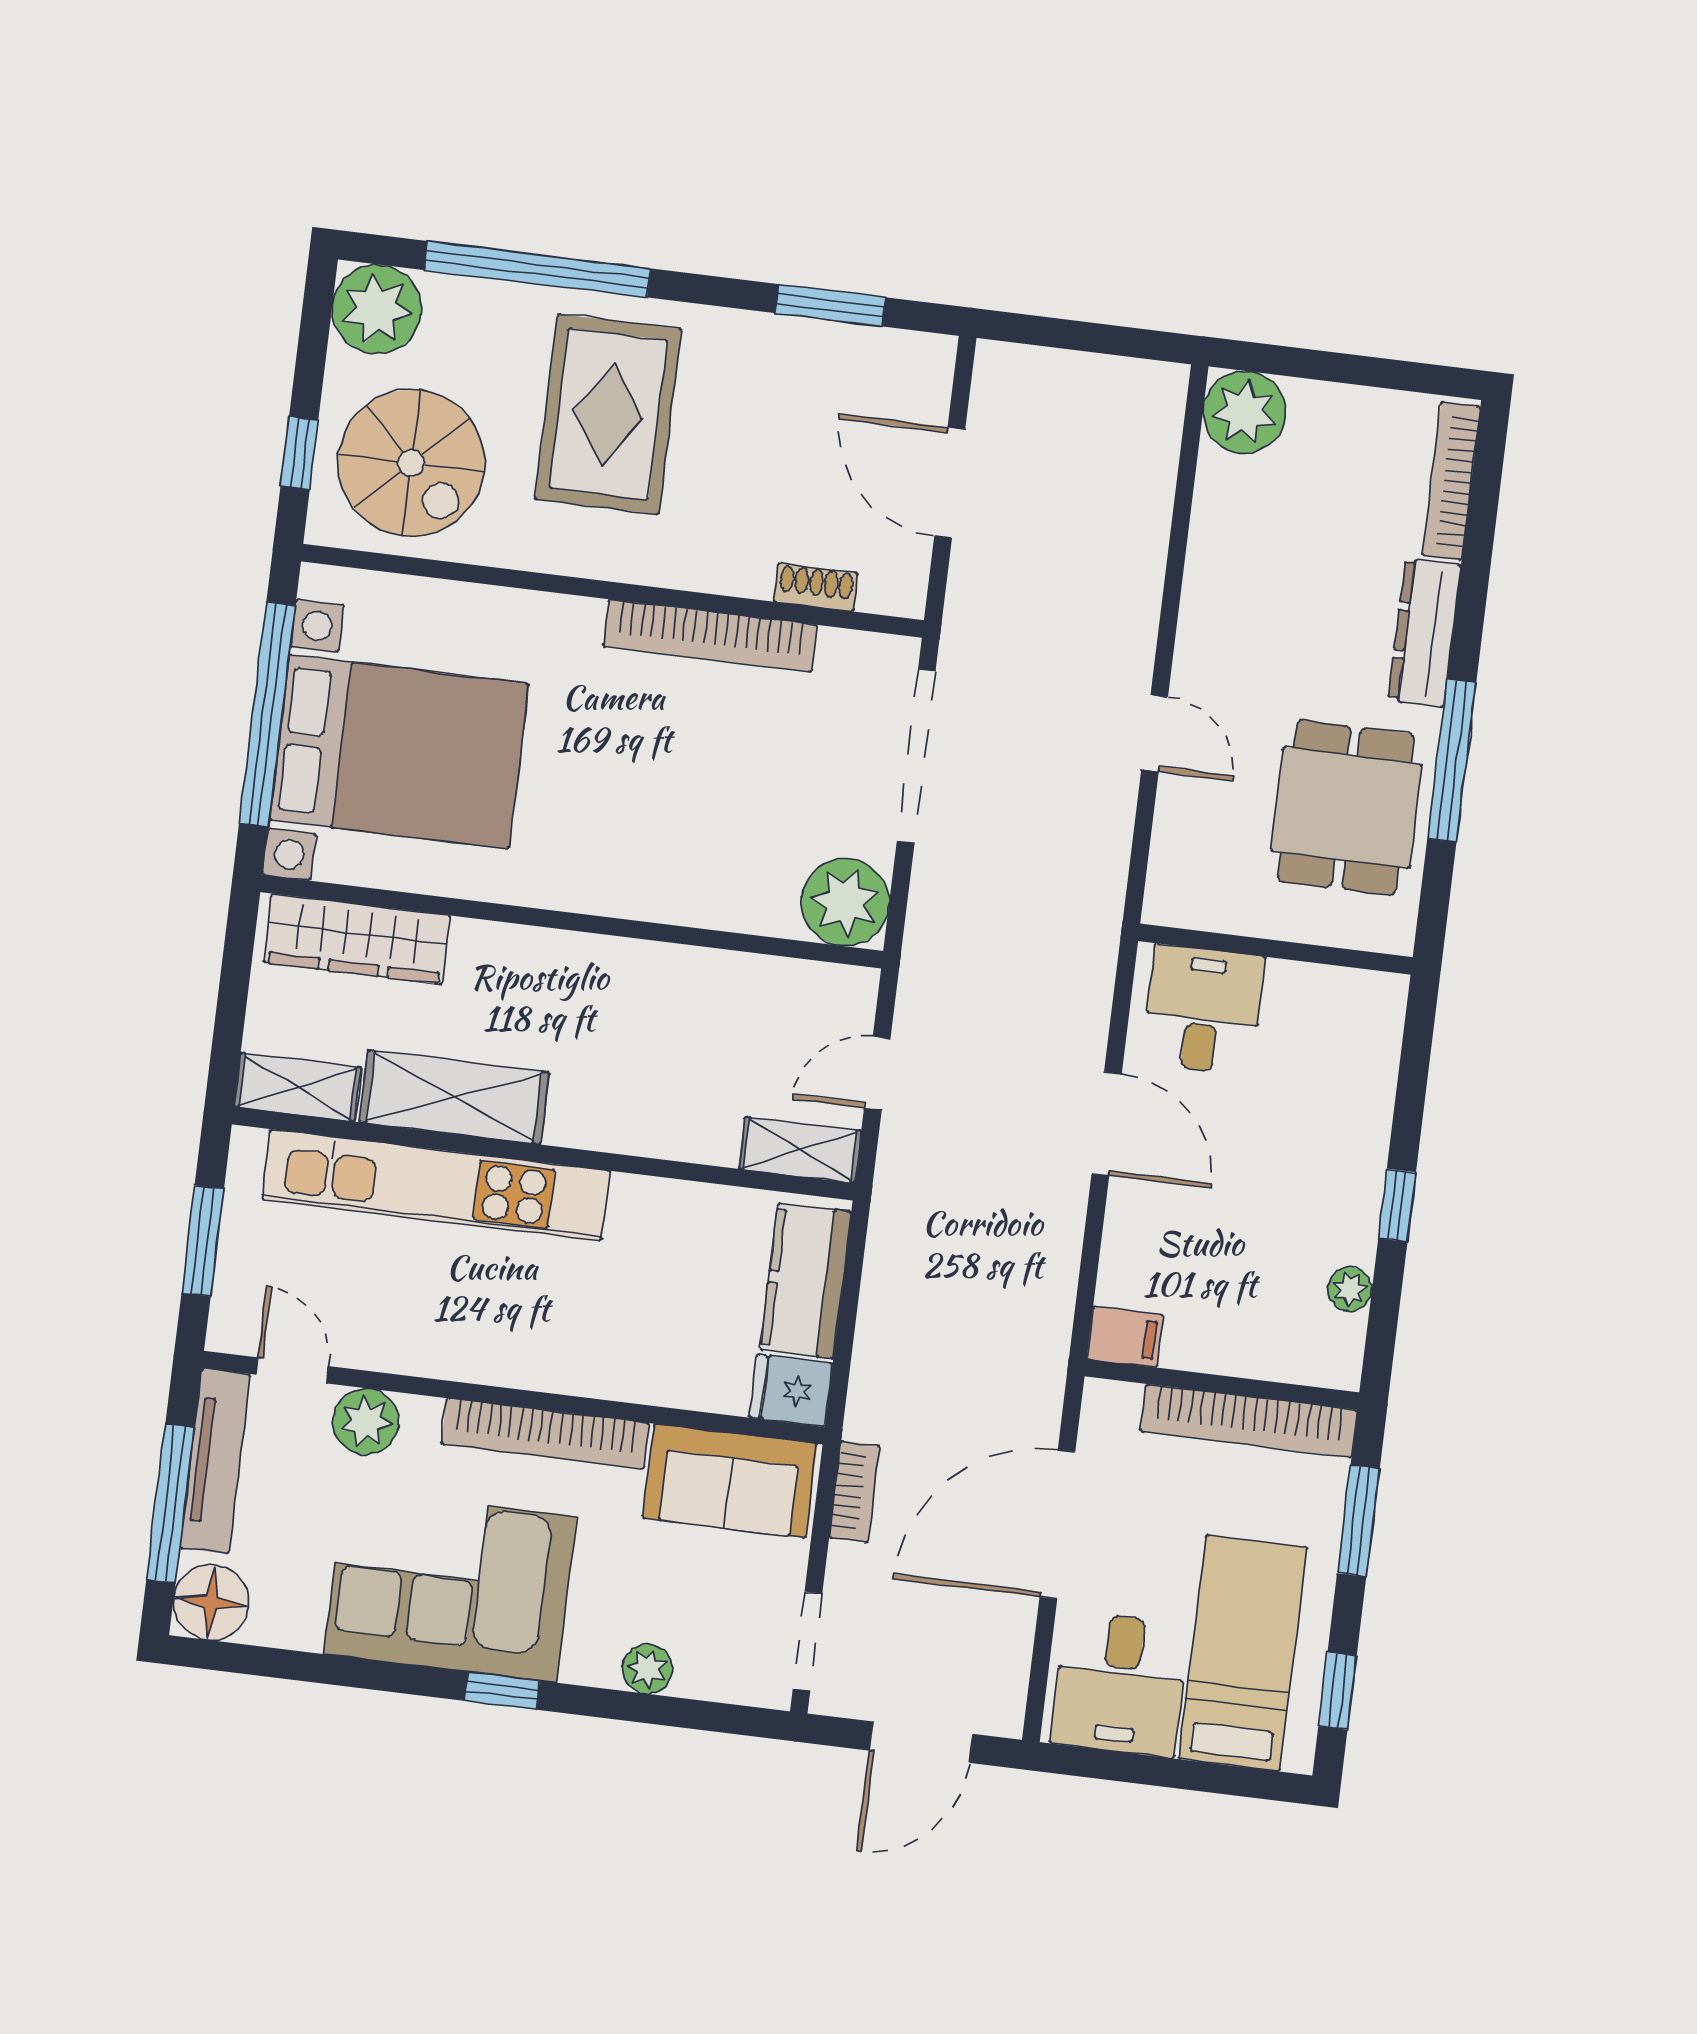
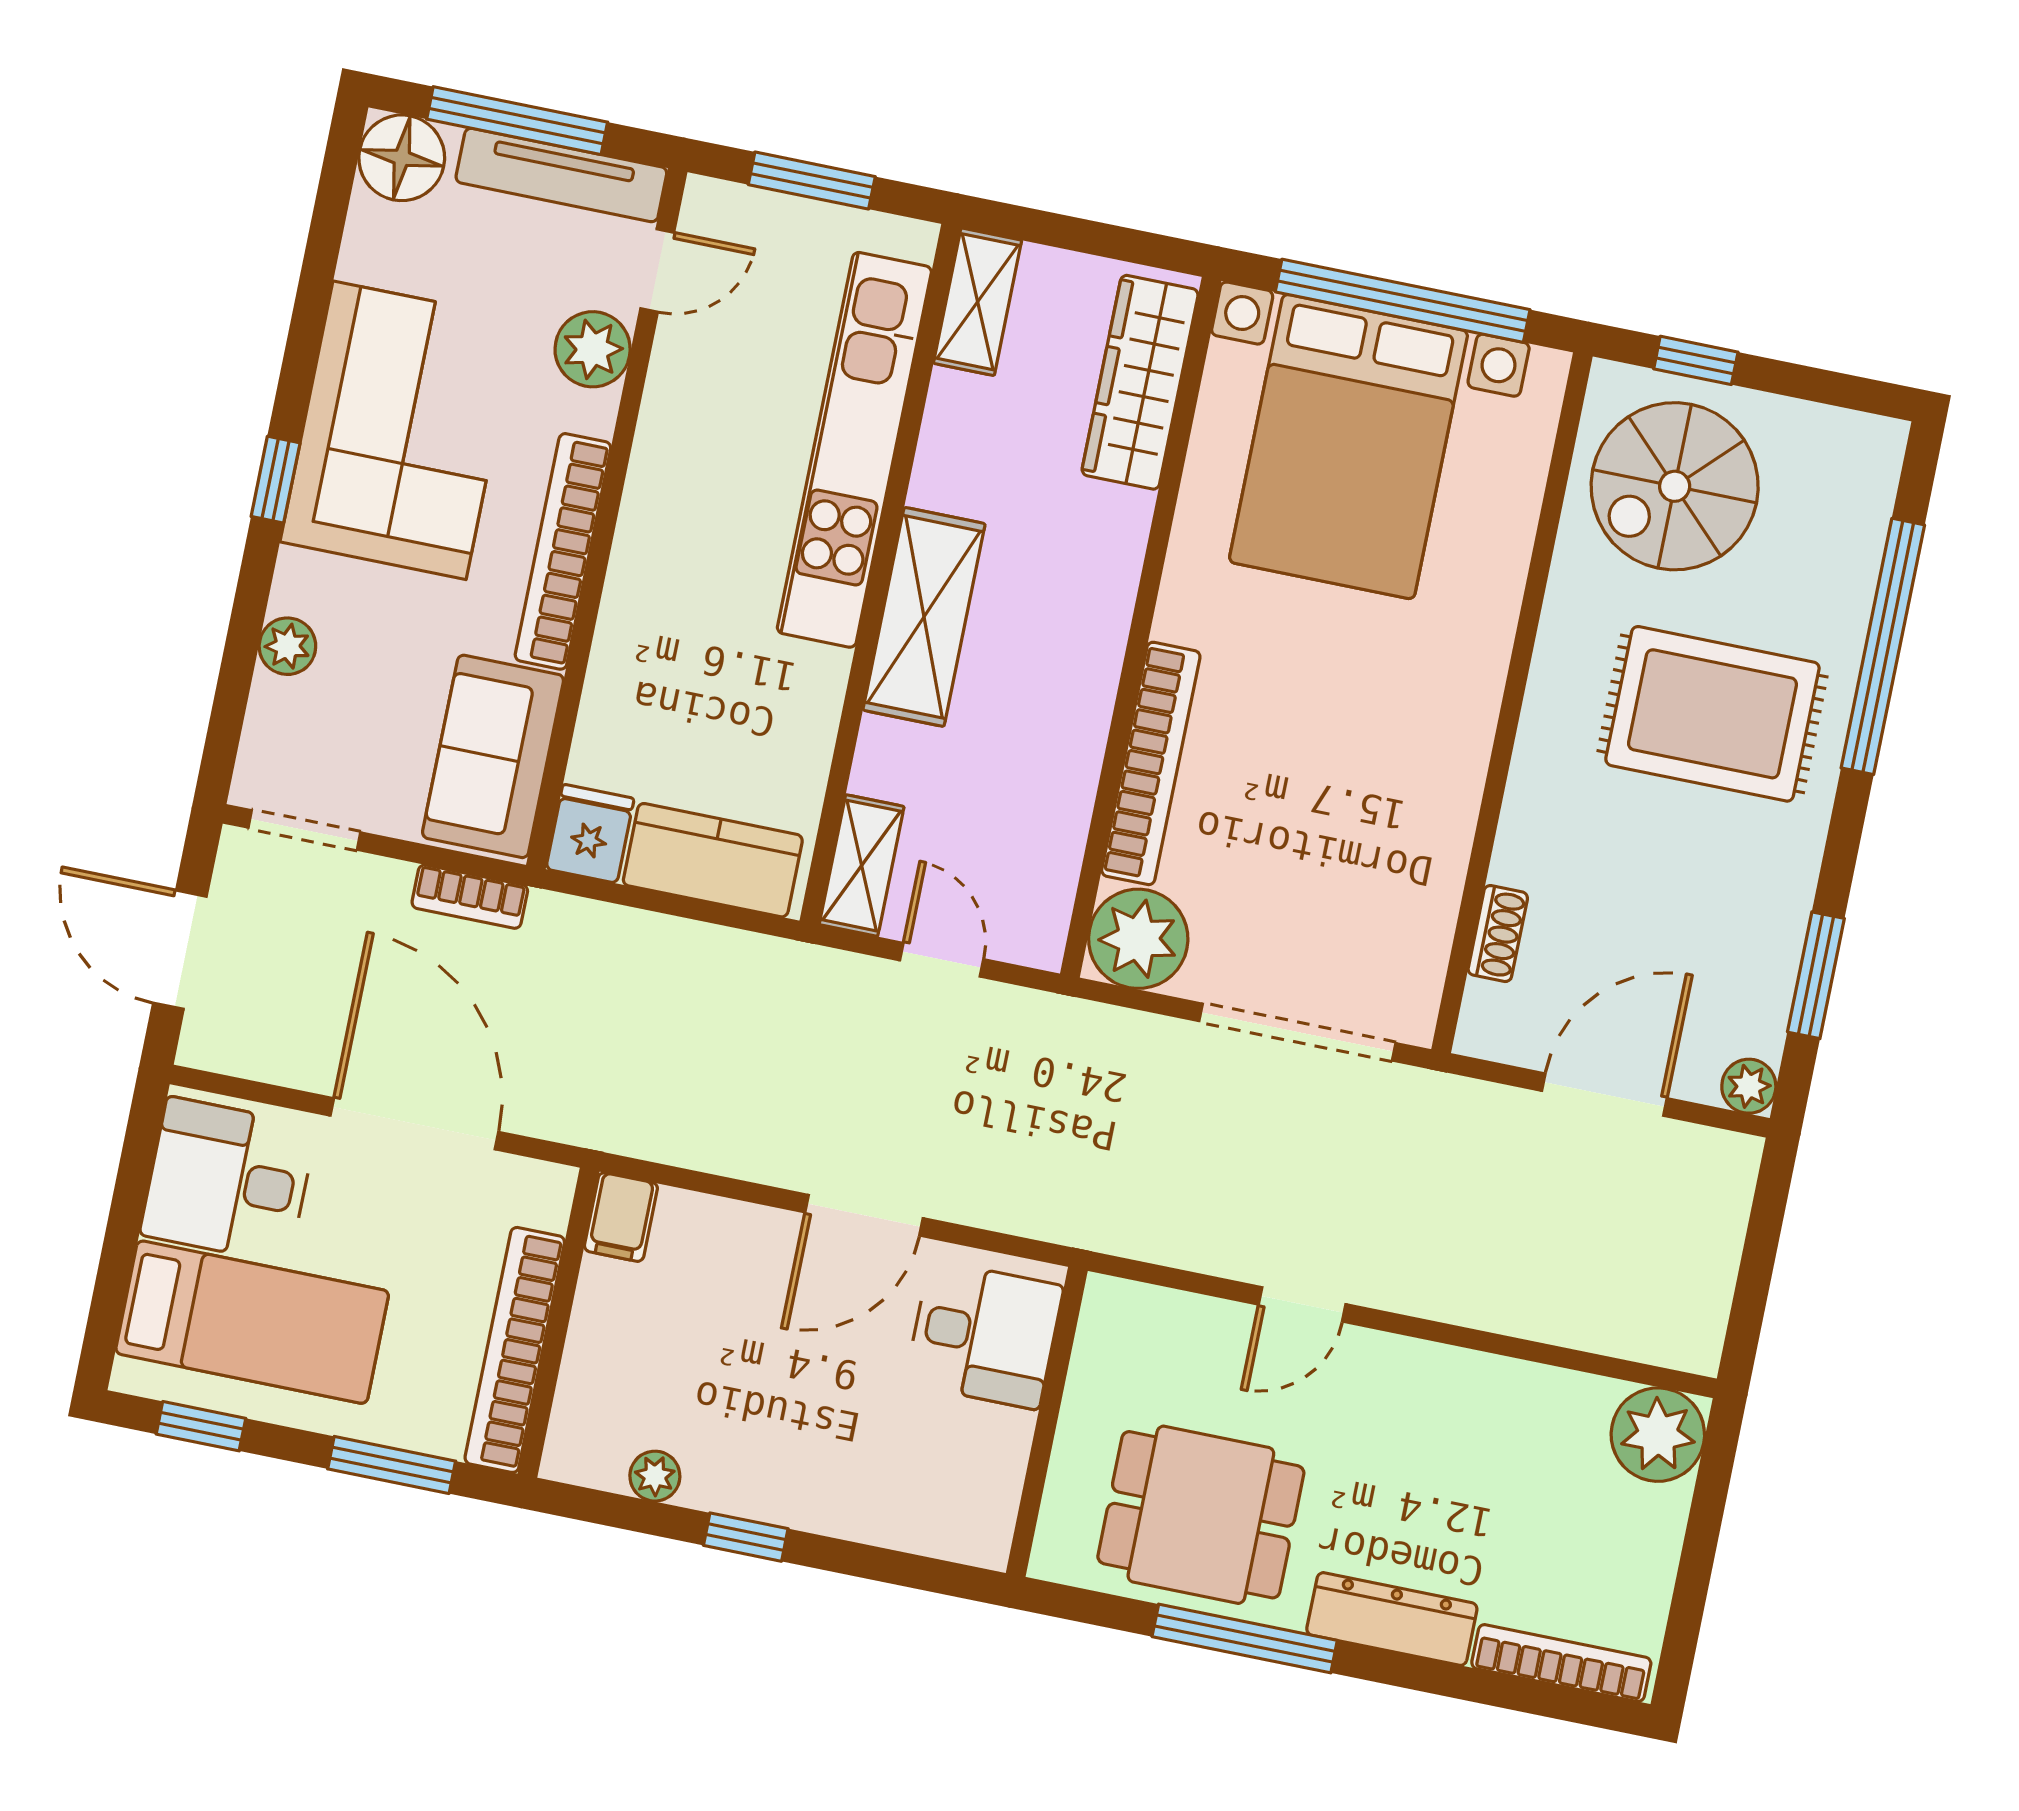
plant: (377, 309) -> (1749, 1086), moved, width x0.53, depth x0.53
bookcase: (710, 636) -> (1151, 763), moved, turned 180
shelving: (454, 1097) -> (924, 617), moved

